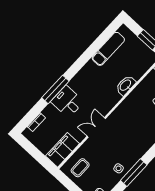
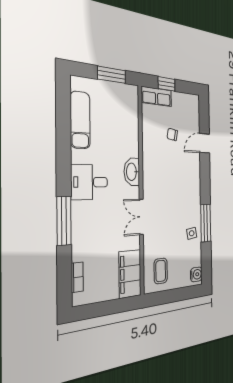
washbasin: (126, 85) -> (132, 172), moved
desk: (67, 102) -> (89, 182), moved

